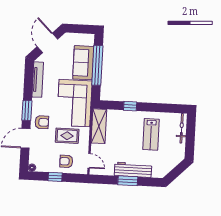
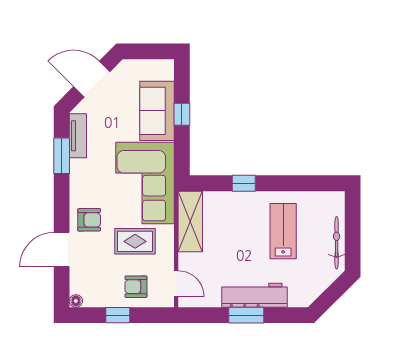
door: (47, 43) -> (92, 79), hinge flipped
window: (97, 65) -> (182, 114), width x0.32
tv unit: (38, 80) -> (78, 136), width x0.71
window: (27, 110) -> (62, 156), moved
bicycle: (182, 128) -> (337, 243), moved
lab bench: (151, 134) -> (283, 231), turned 180

